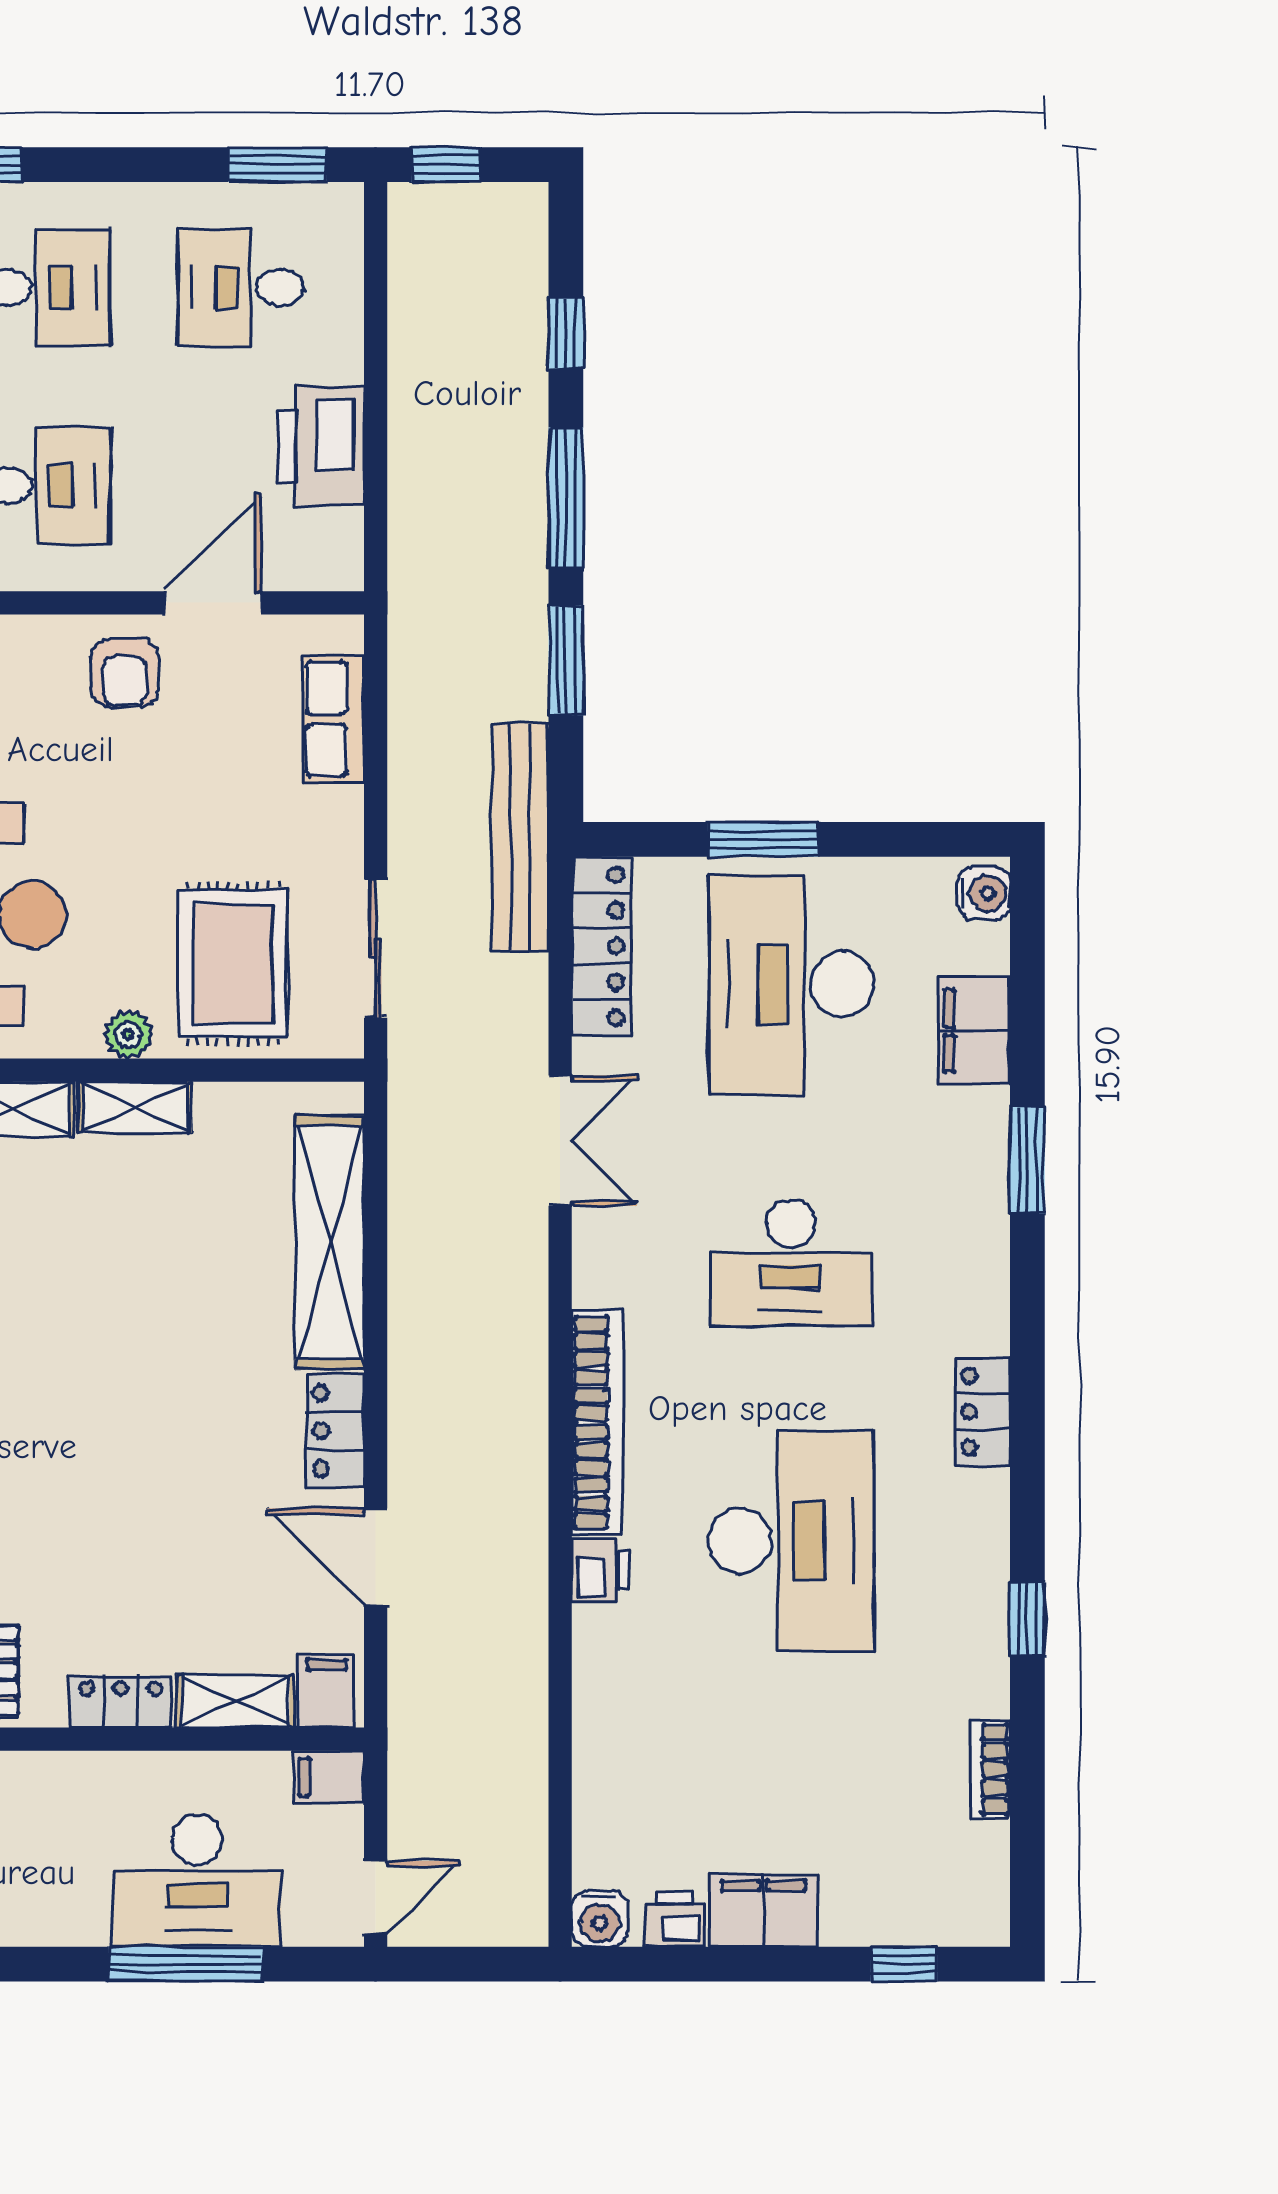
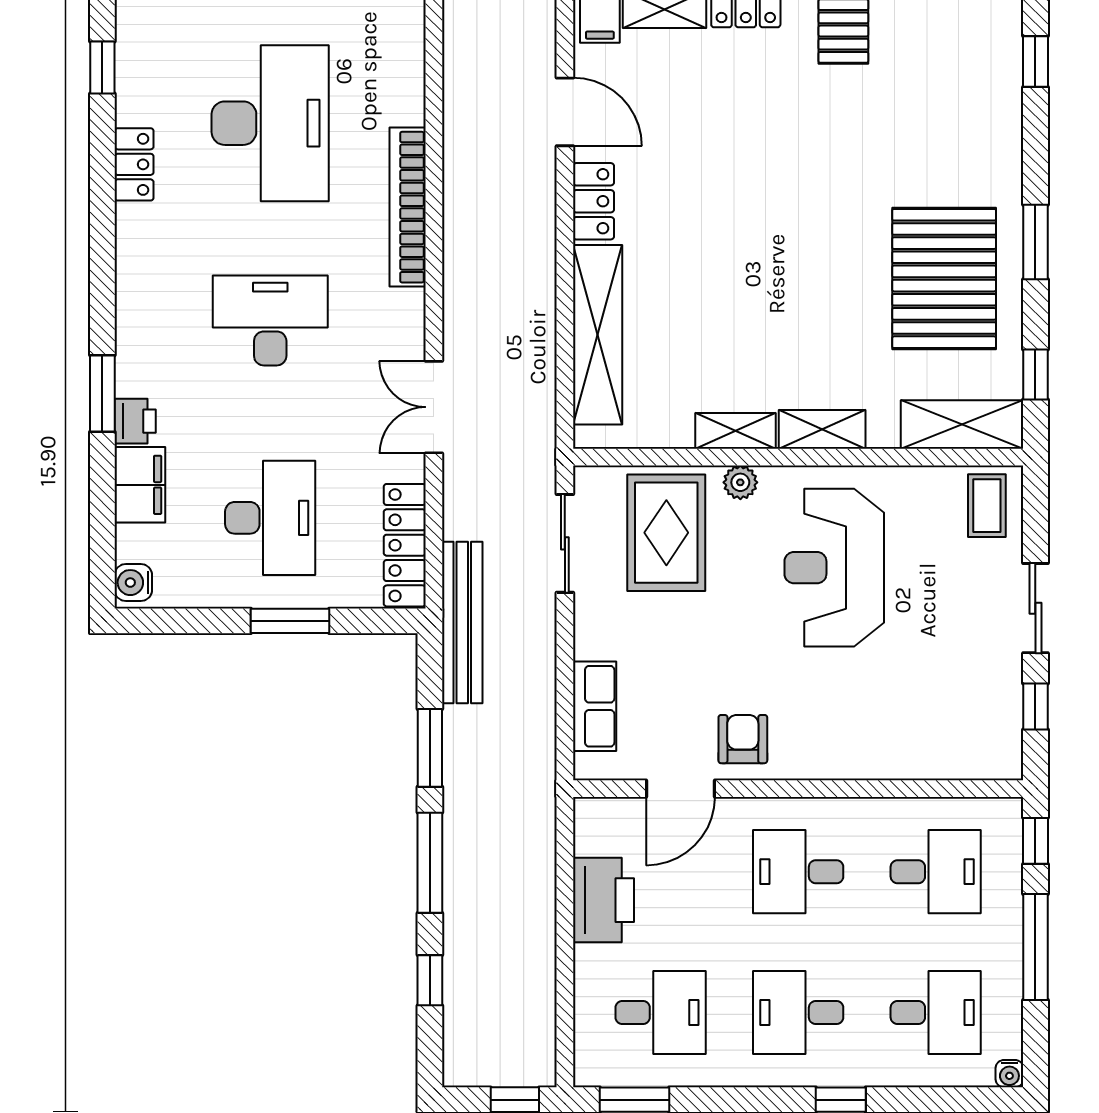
desk: (791, 985) -> (270, 518), width x0.73, depth x0.77
locker: (983, 1412) -> (134, 164), moved
desk: (791, 1541) -> (270, 123), turned 180
printer: (601, 1571) -> (135, 421), moved, turned 180

